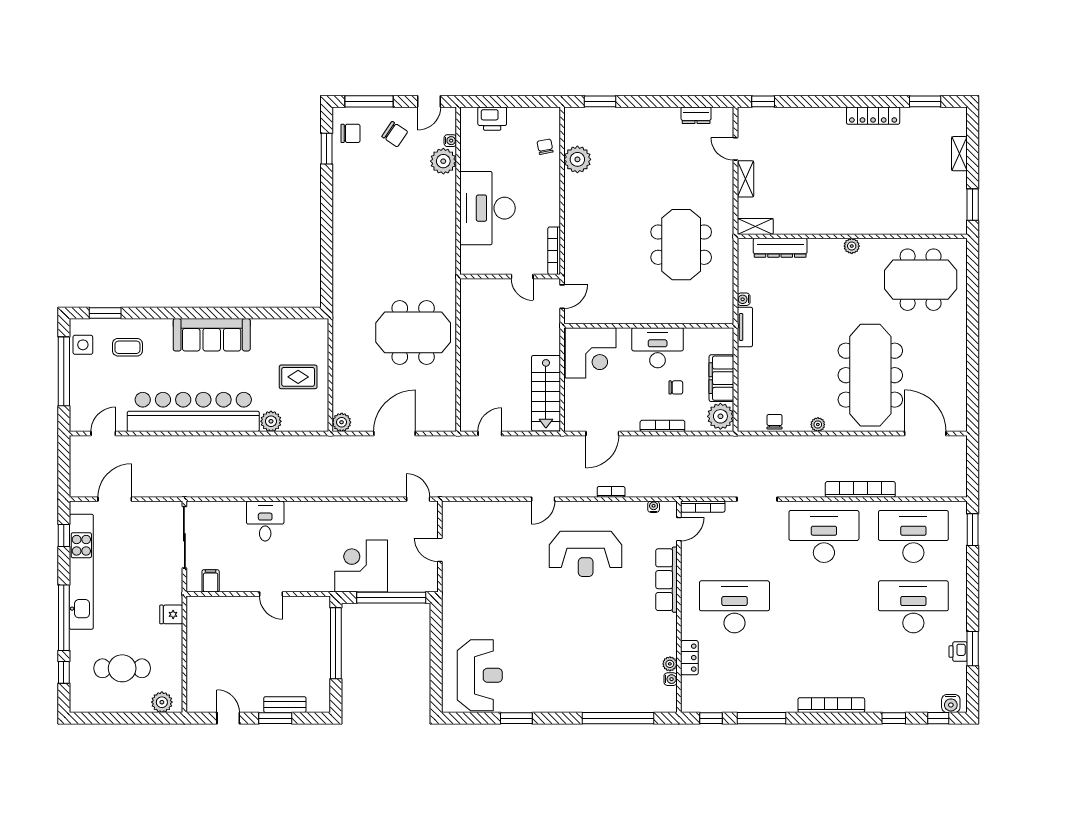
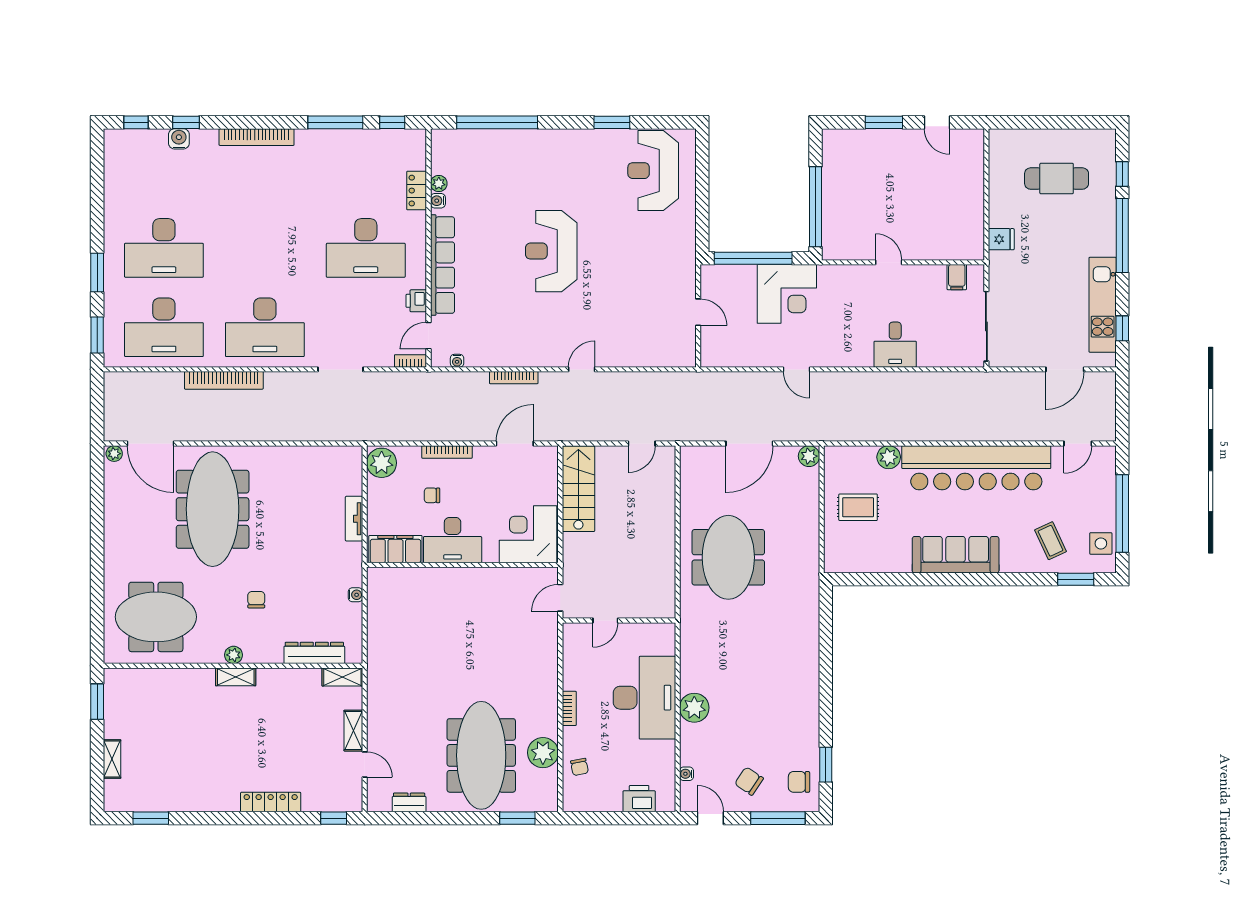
door: (429, 101) -> (710, 818), hinge flipped
locker: (873, 116) -> (271, 802), moved
plant: (443, 161) -> (694, 708), moved
shelving: (850, 227) -> (236, 677), added
meeting table: (681, 245) -> (481, 755), moved, width x1.36
bookcase: (554, 251) -> (569, 708), moved, width x0.64
door: (522, 277) -> (605, 620), swing flipped
tv unit: (745, 327) -> (354, 519), moved
meeting table: (413, 332) -> (728, 557), turned 90
coffee table: (127, 347) -> (1051, 541), turned 65
filing cabinet: (721, 378) -> (395, 549), moved, turned -90
chair: (775, 422) -> (256, 600), moved, turned 180
plant: (818, 424) -> (114, 454), moved
bookcase: (611, 492) -> (514, 378), width x1.56
door: (418, 499) -> (797, 369), moved
bookcase: (703, 507) -> (410, 361), width x0.64
reception desk: (586, 554) -> (551, 251), moved, turned -90
kitchen unit: (81, 572) -> (1103, 305), width x0.73
row of seats: (666, 580) -> (443, 265), width x1.36
window: (973, 649) -> (97, 273), moved
printer: (958, 652) -> (416, 301), moved, turned 180
water cooler: (671, 679) -> (438, 201), moved
plant: (162, 702) -> (1012, 140), removed
water cooler: (951, 703) -> (179, 139), moved
bench: (285, 705) -> (873, 138), removed

